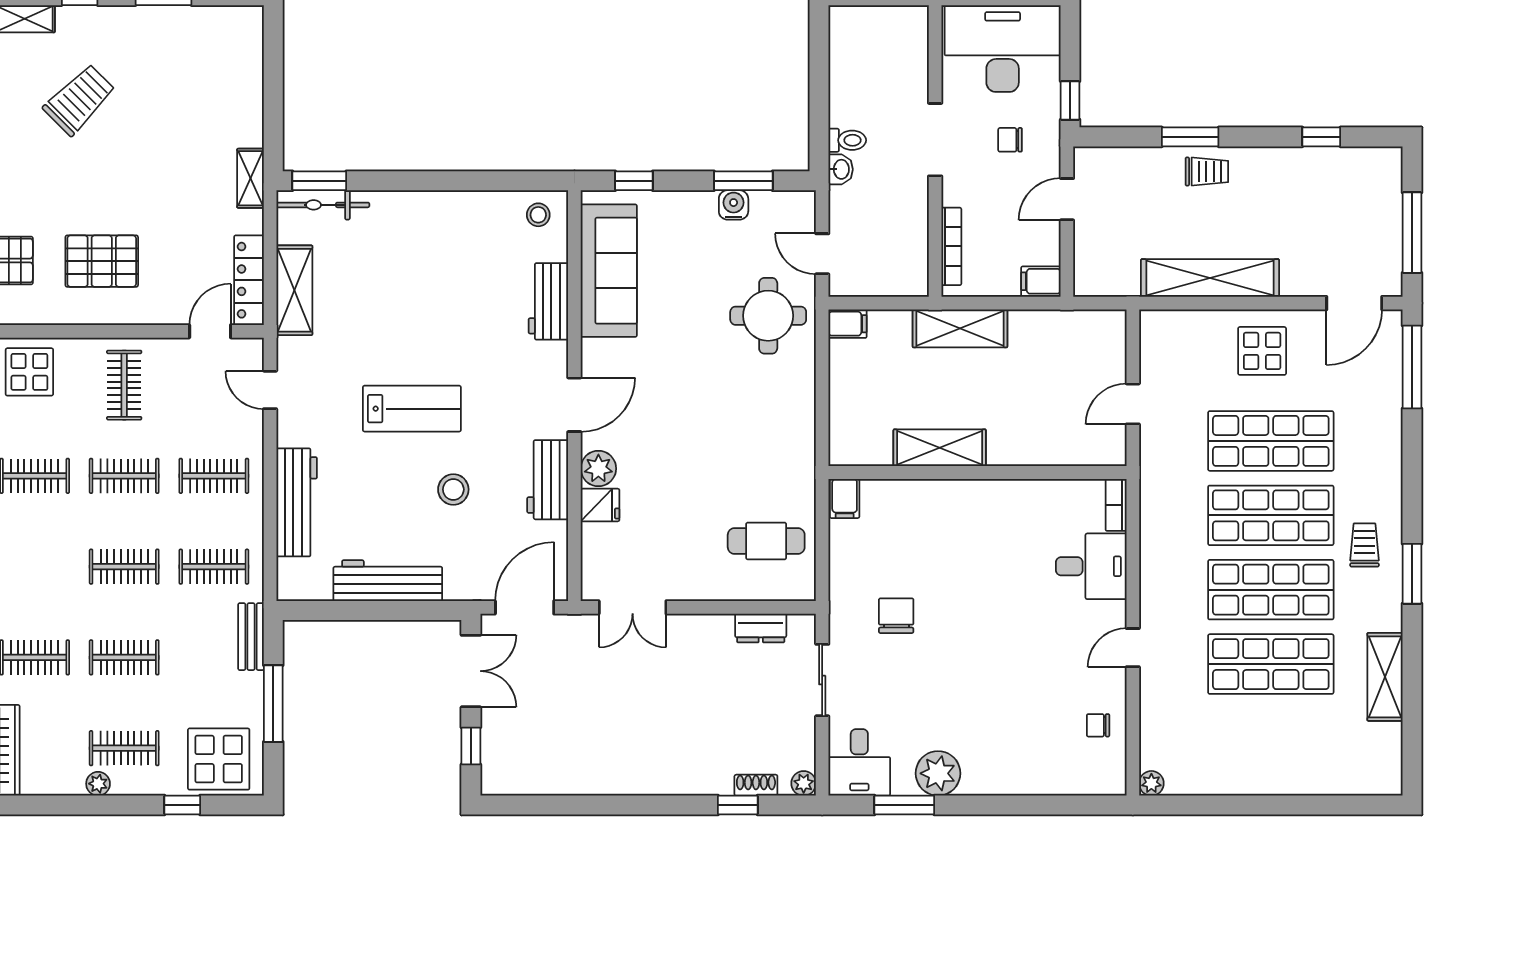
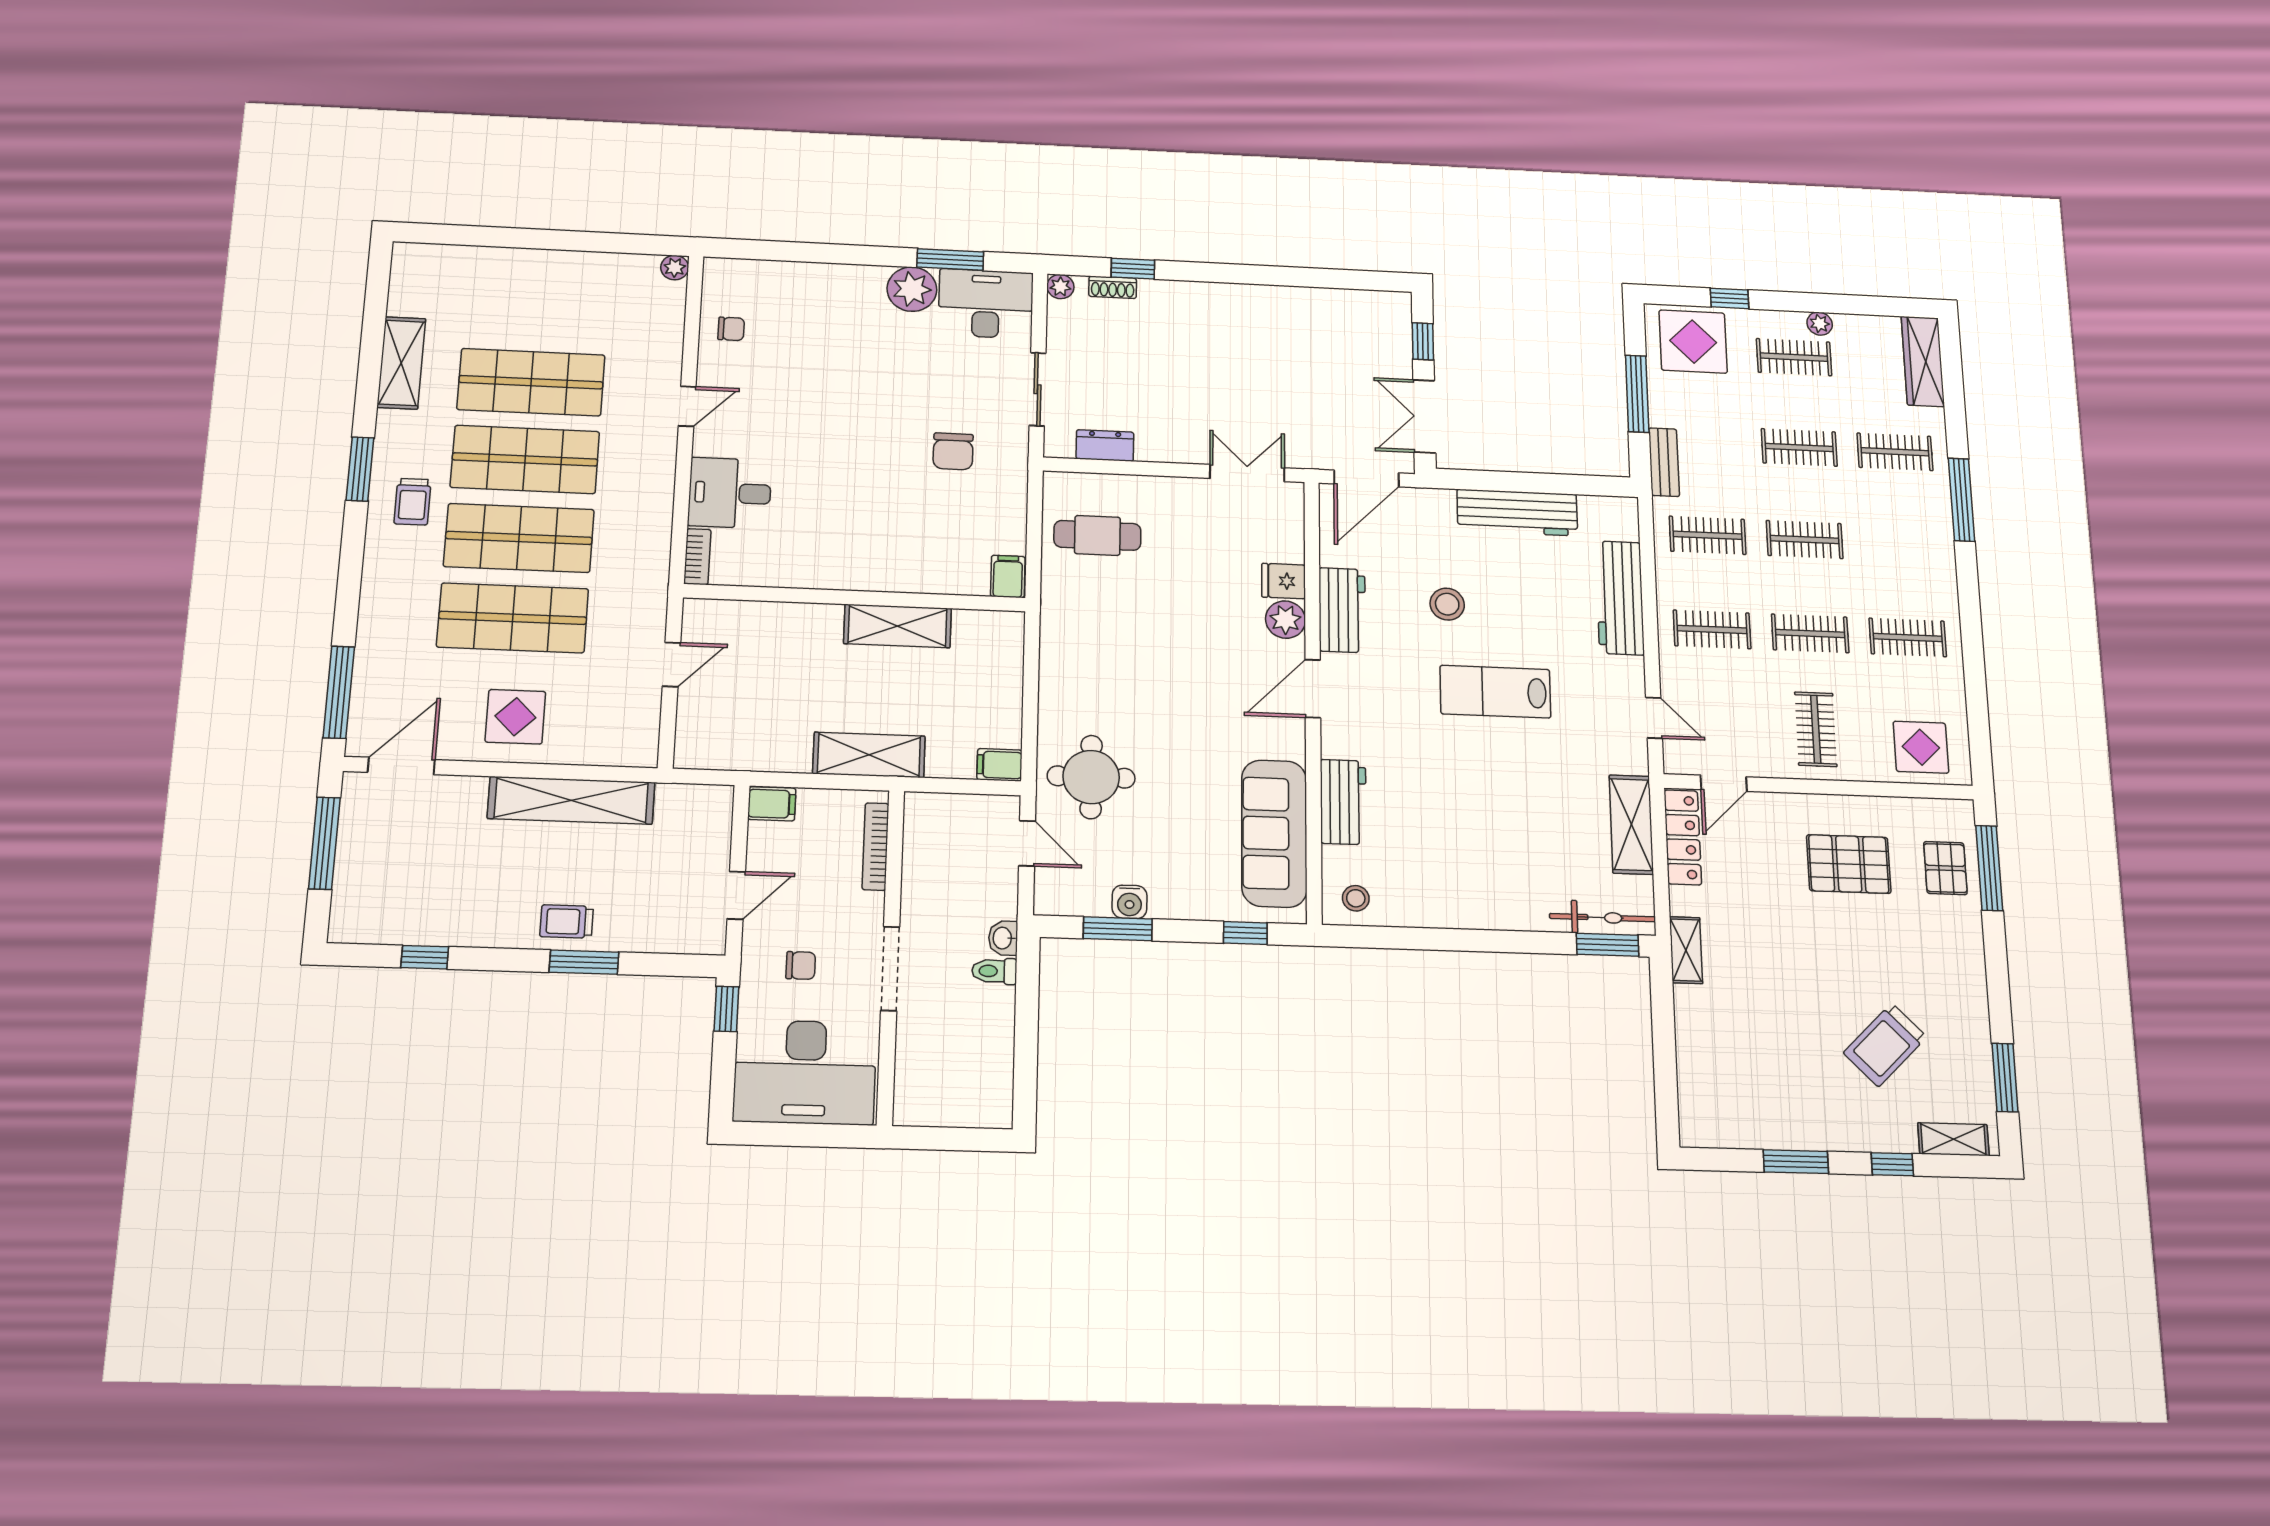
desk: (859, 762) -> (986, 304), width x1.37

